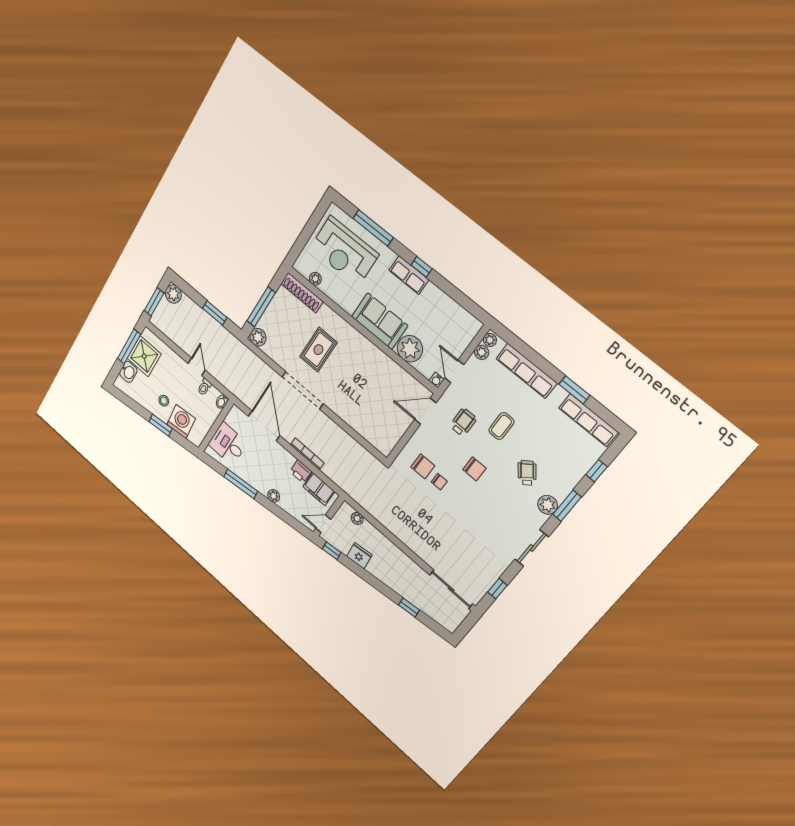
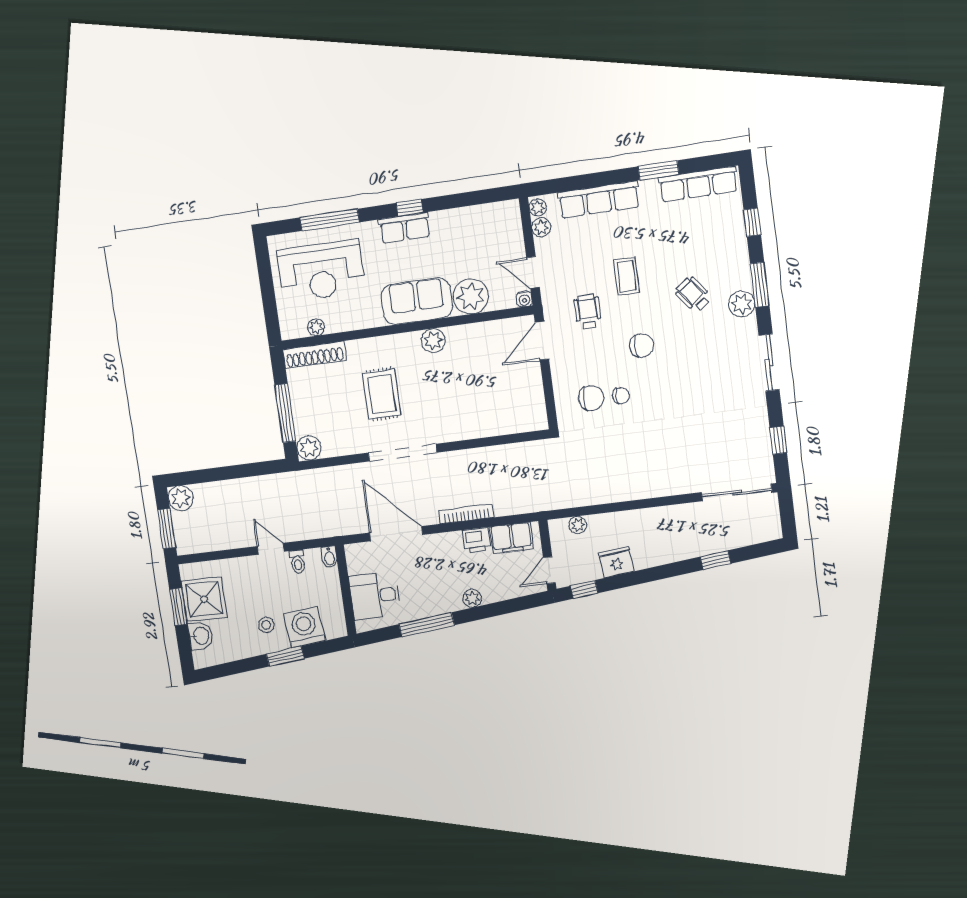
window: (215, 313) -> (242, 471), removed
window: (129, 346) -> (178, 607), width x0.69
plant: (369, 351) -> (433, 341), added

